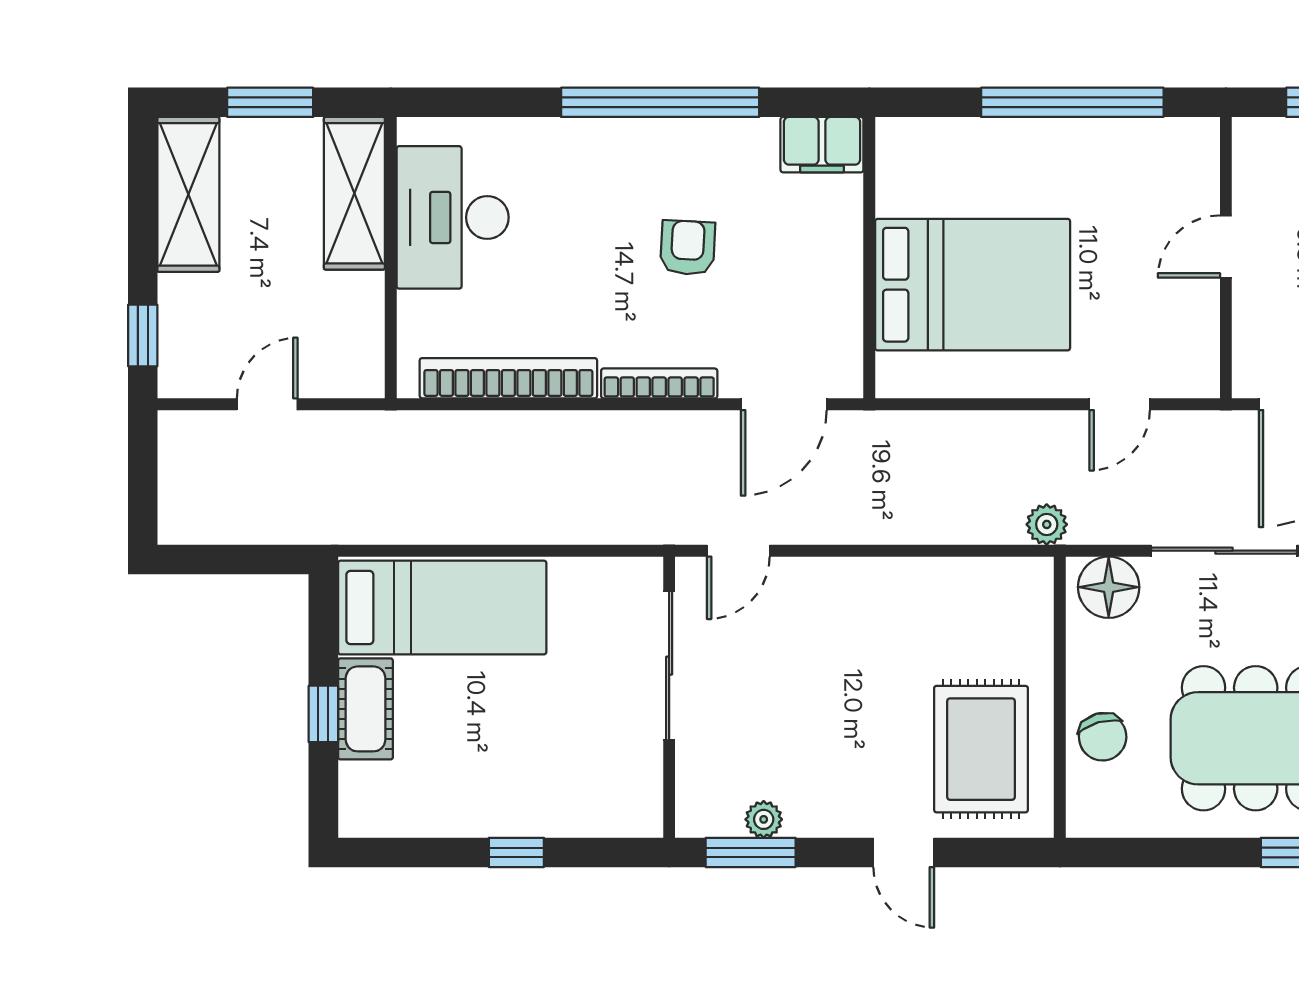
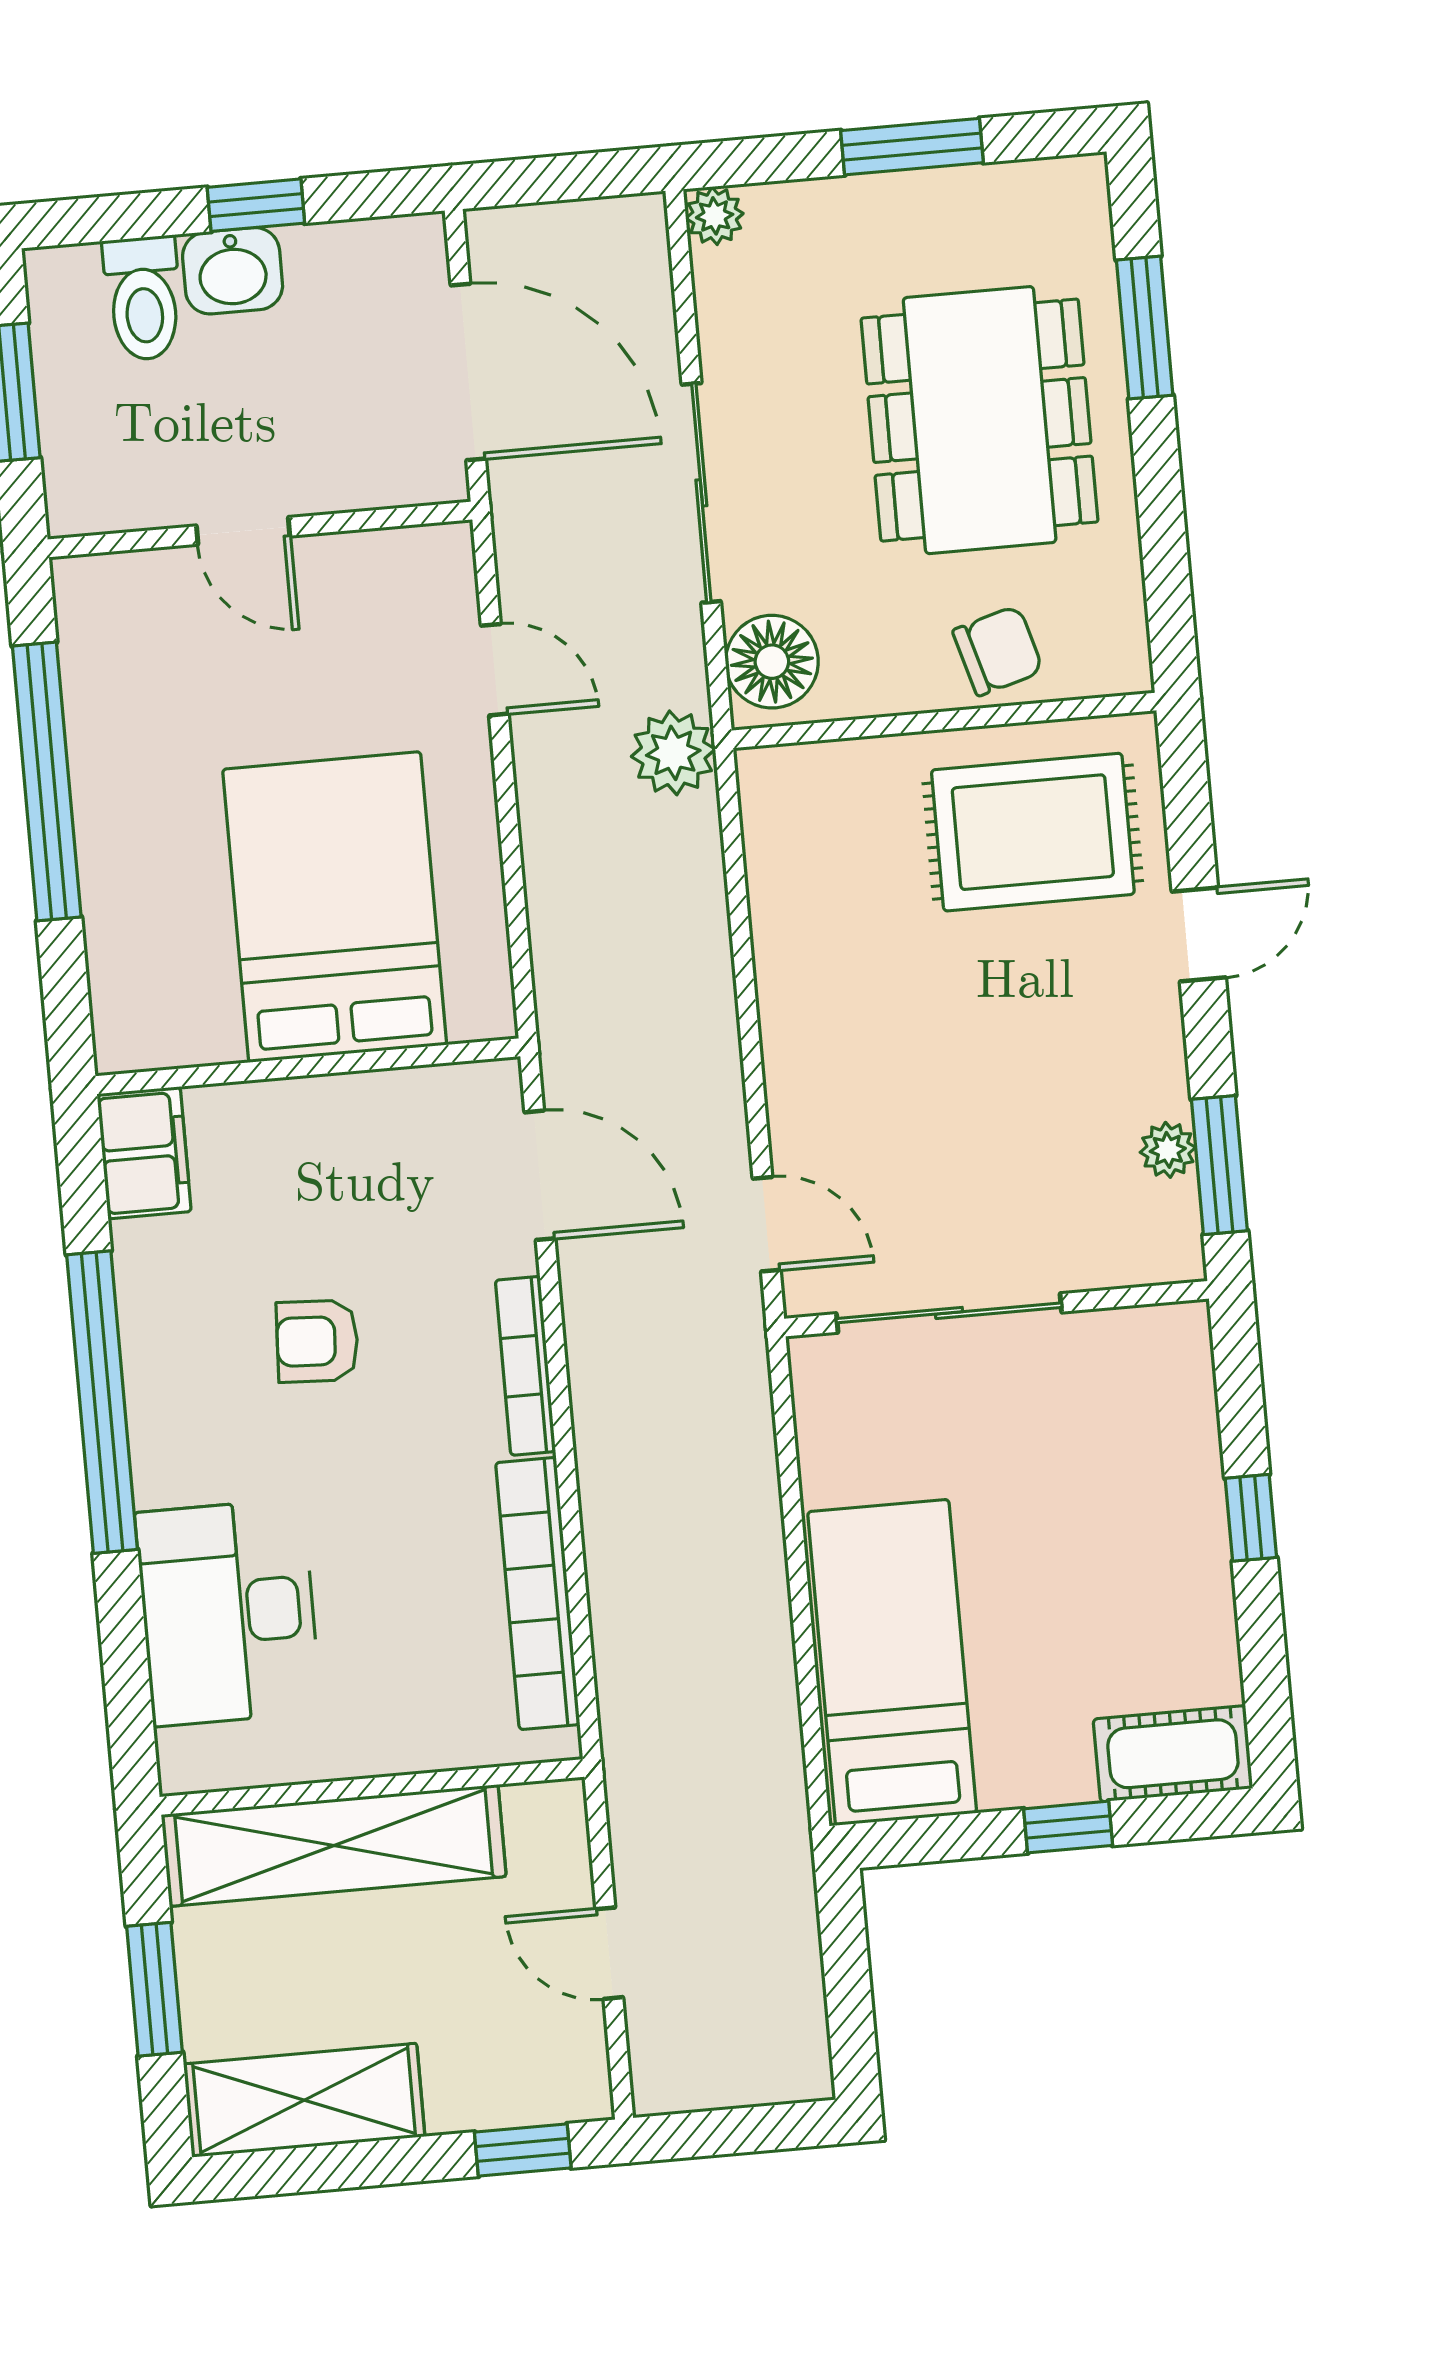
shelving: (354, 193) -> (334, 1846), width x1.47
desk: (453, 217) -> (228, 1612), moved, turned 90
plant: (1047, 524) -> (673, 753), width x1.38, depth x1.38
cot: (366, 709) -> (1173, 1754), moved

